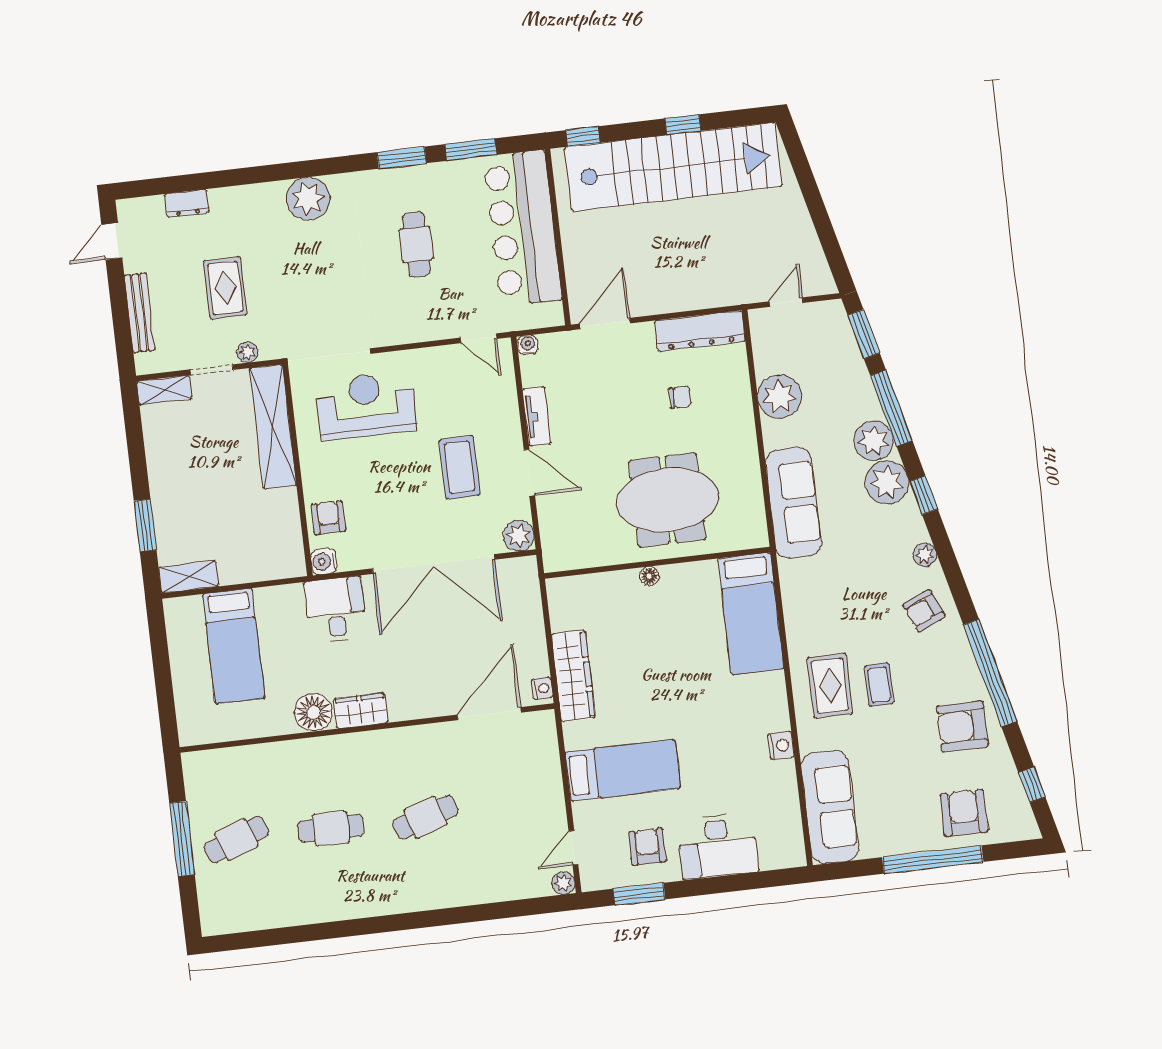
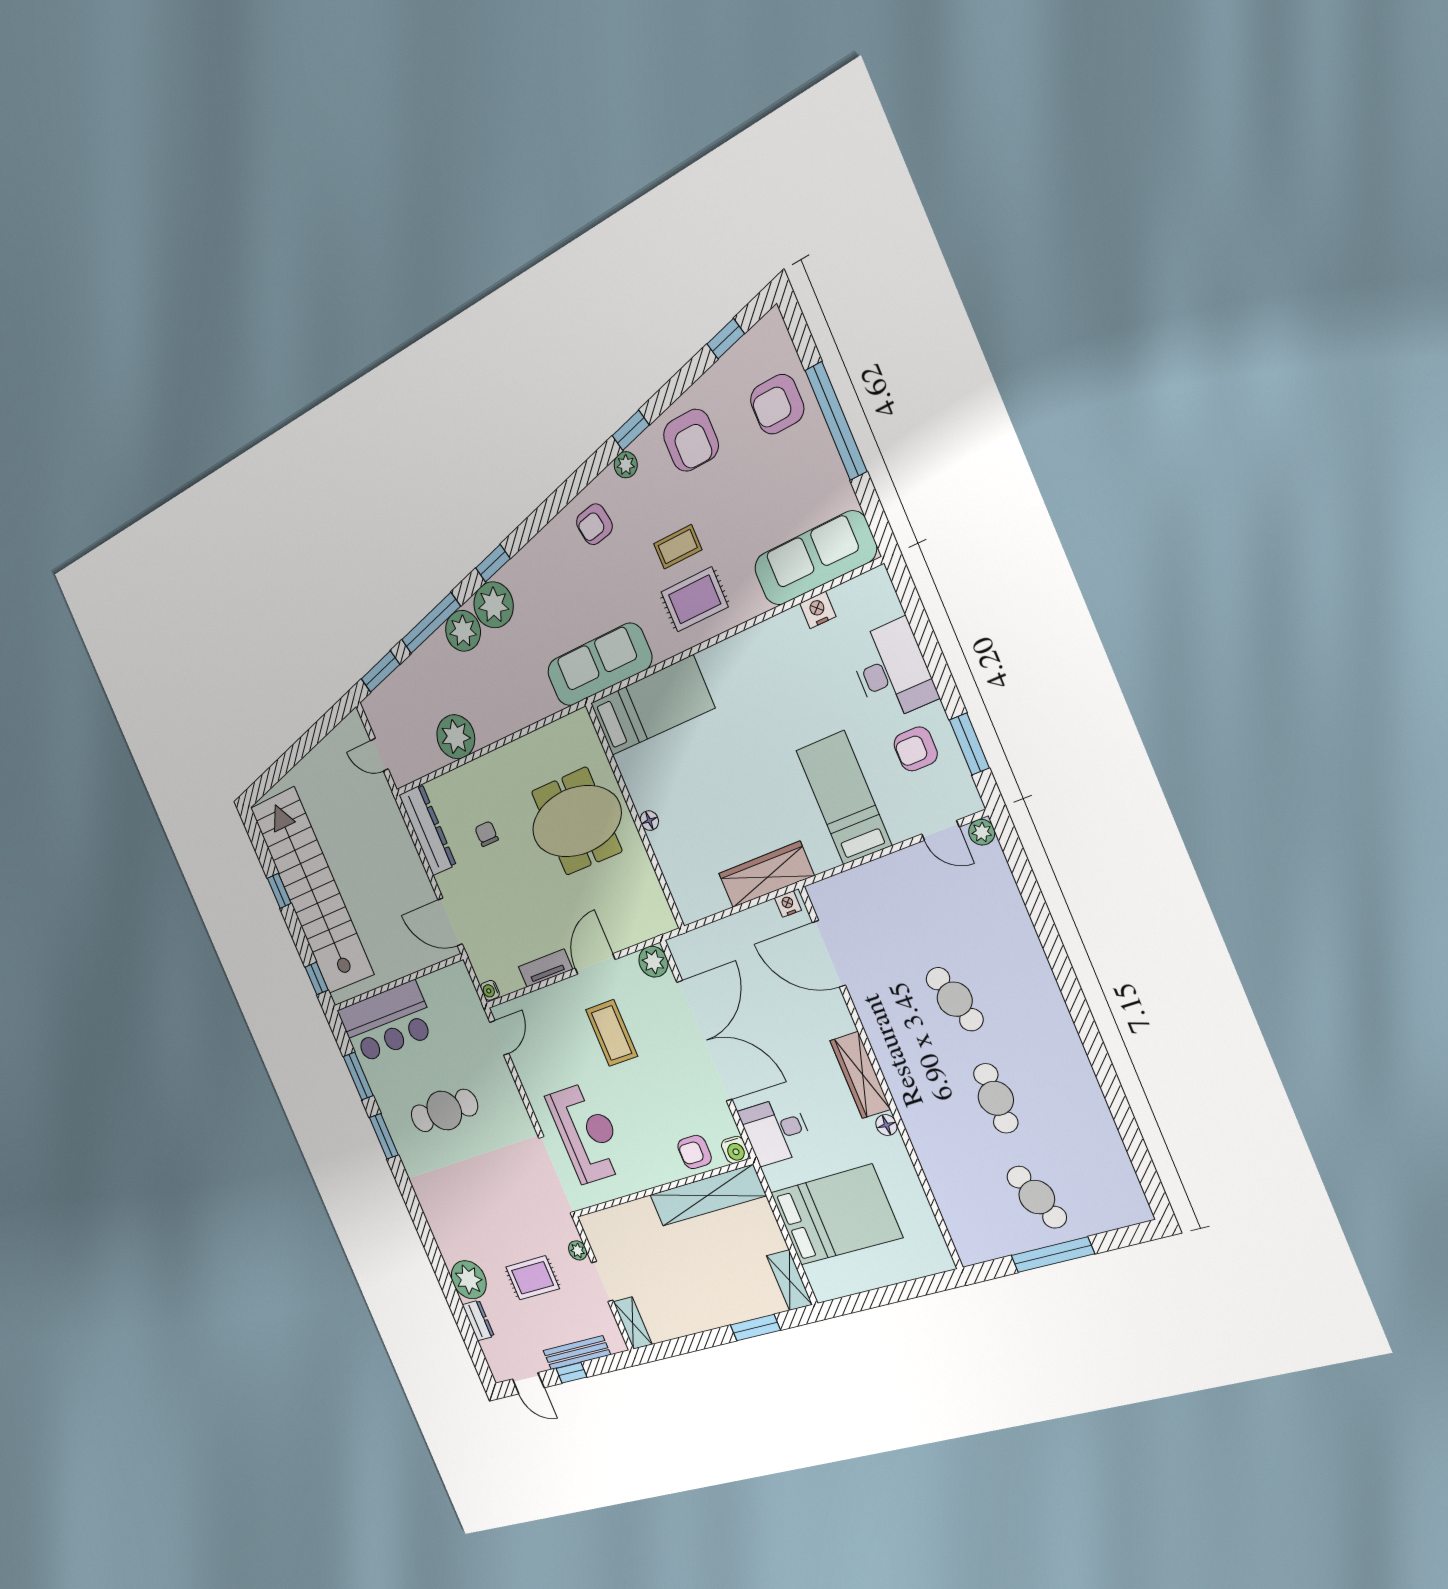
plant: (308, 199) -> (469, 1280), moved
bar counter: (523, 228) -> (387, 1022), width x0.73
cafe table: (416, 244) -> (444, 1111), width x1.37, depth x1.35
window: (118, 299) -> (571, 1373), added
reception desk: (366, 405) -> (587, 1133), turned 180
shelving: (273, 427) -> (707, 1195), moved
coffee table: (460, 467) -> (612, 1033), turned 90
meeting table: (667, 500) -> (577, 821), turned 90
sofa: (793, 503) -> (599, 665), moved
plant: (925, 555) -> (626, 465), moved
armchair: (924, 611) -> (594, 524), turned 104
bed: (234, 646) -> (836, 1215), width x1.50
window: (990, 673) -> (631, 430), width x0.32
wardrobe: (361, 711) -> (860, 1075), width x1.50
floor lamp: (313, 712) -> (886, 1125), width x0.53, depth x0.53
nightstand: (781, 745) -> (818, 610), moved

